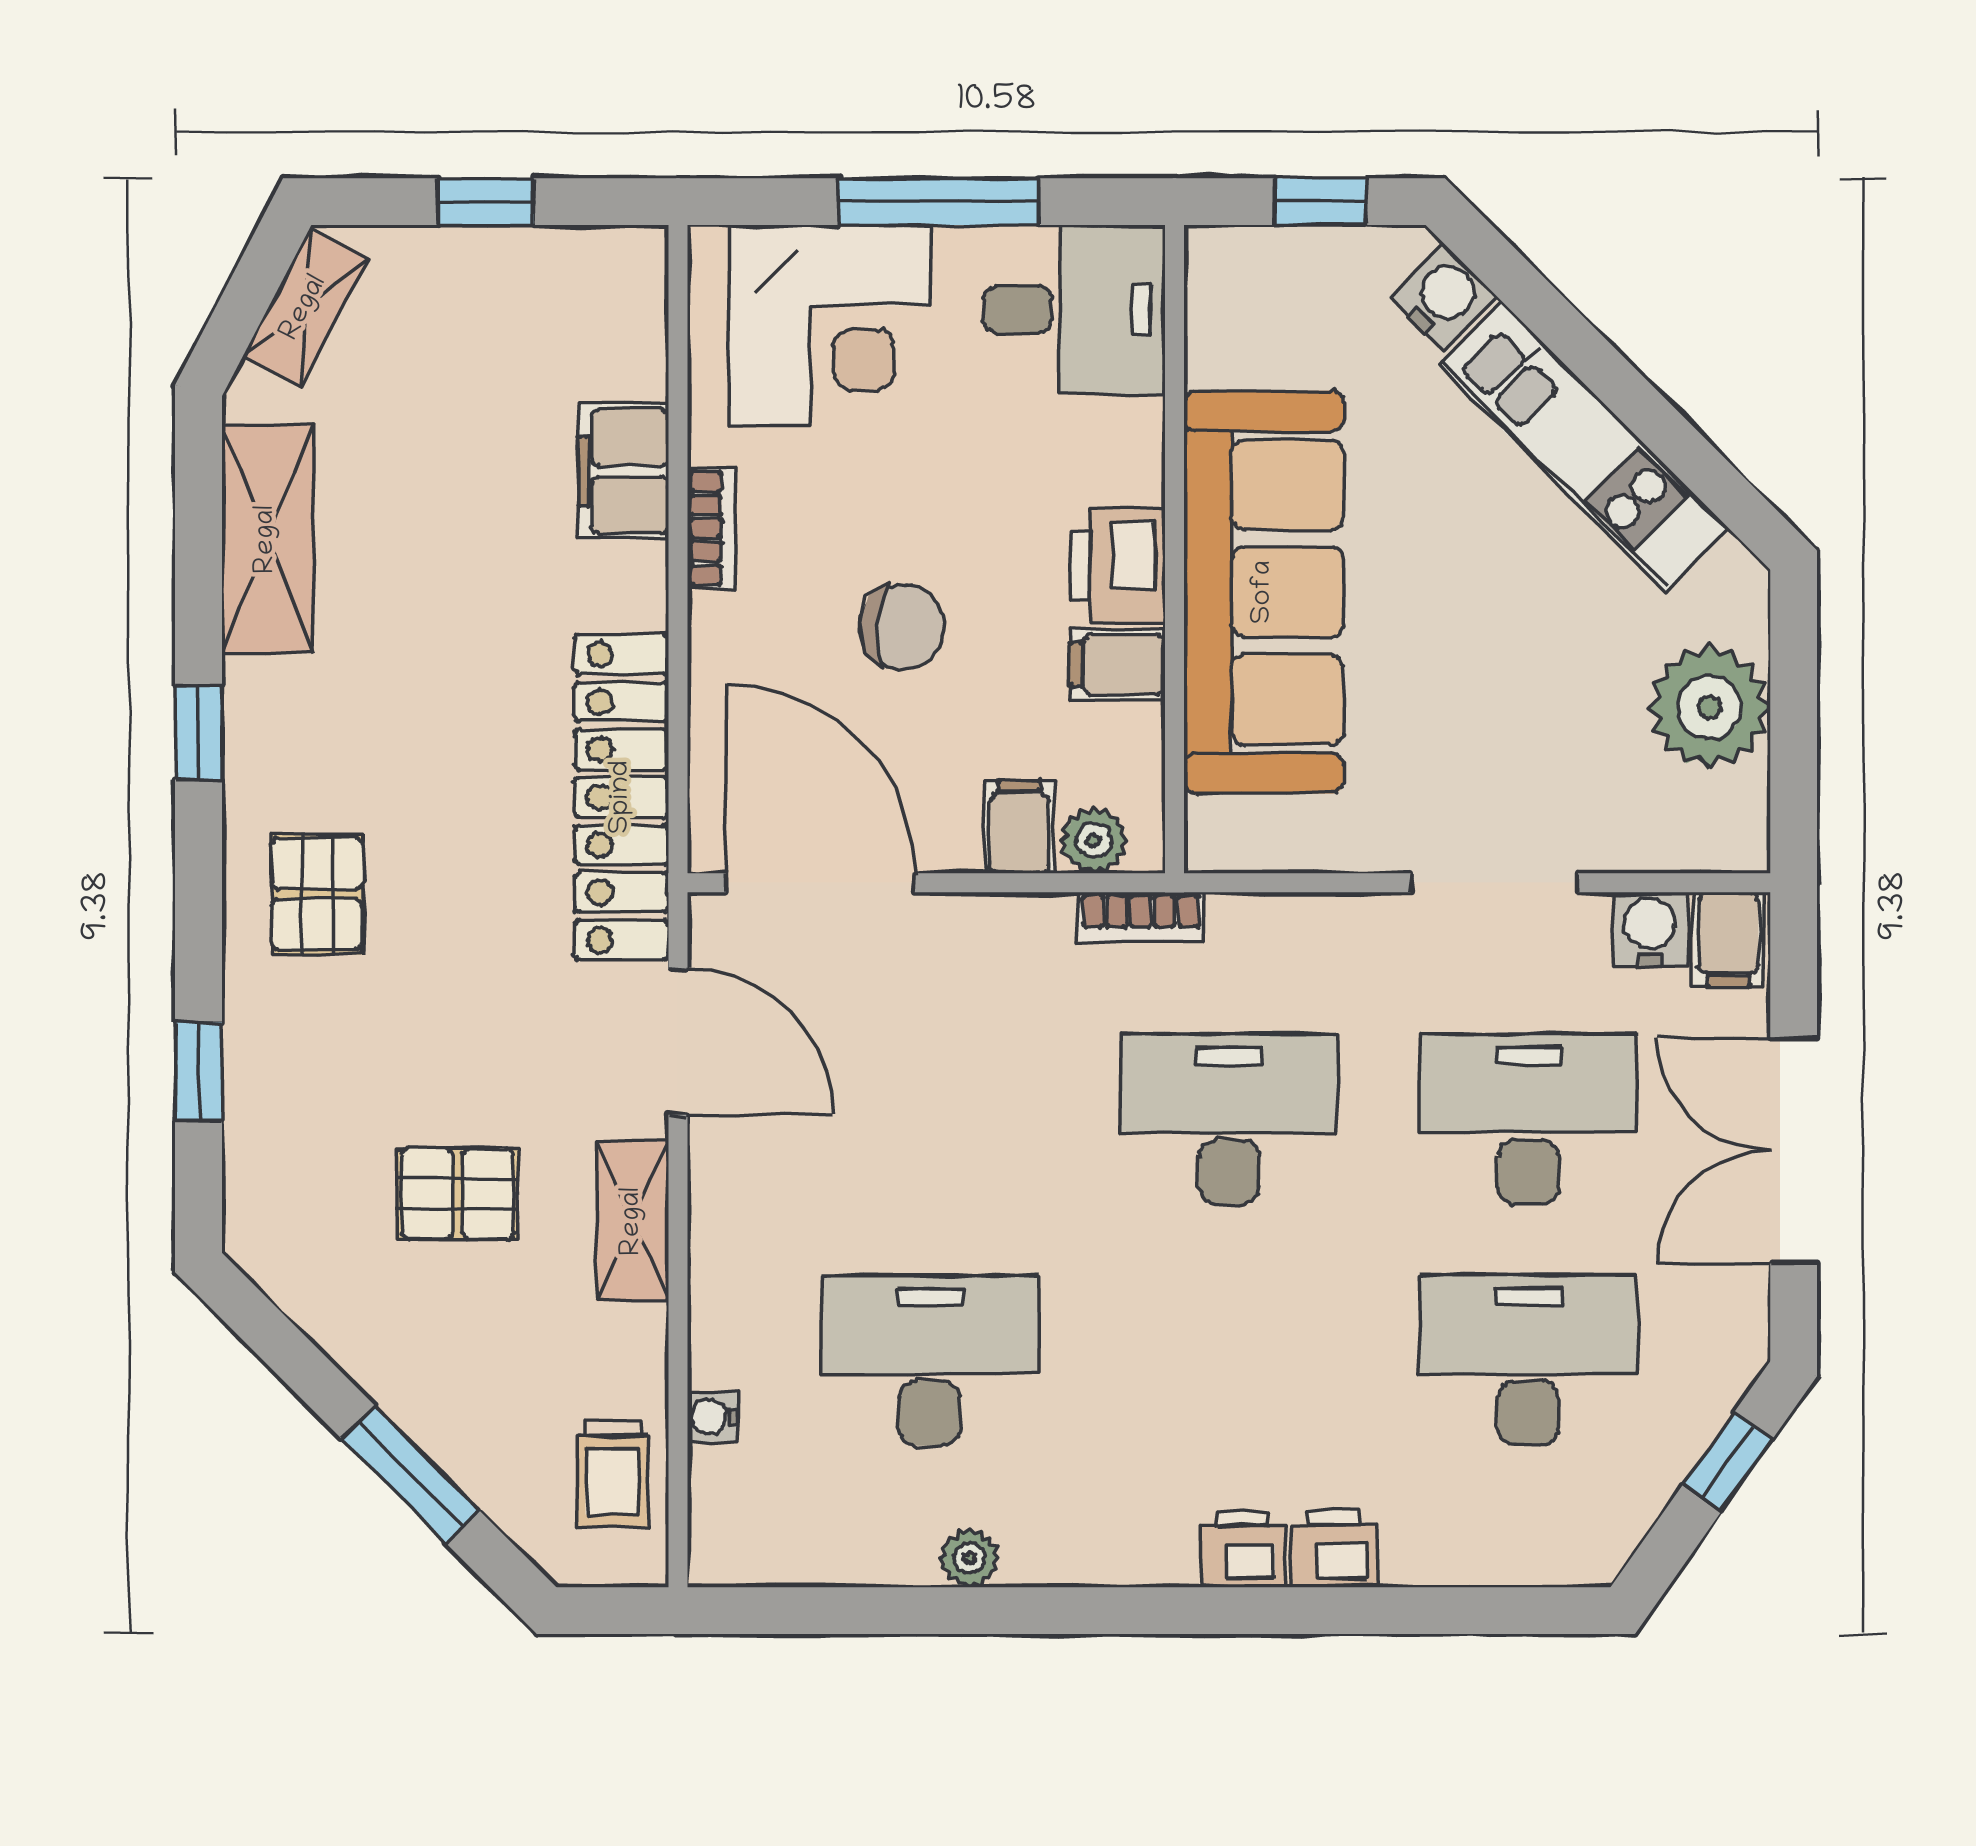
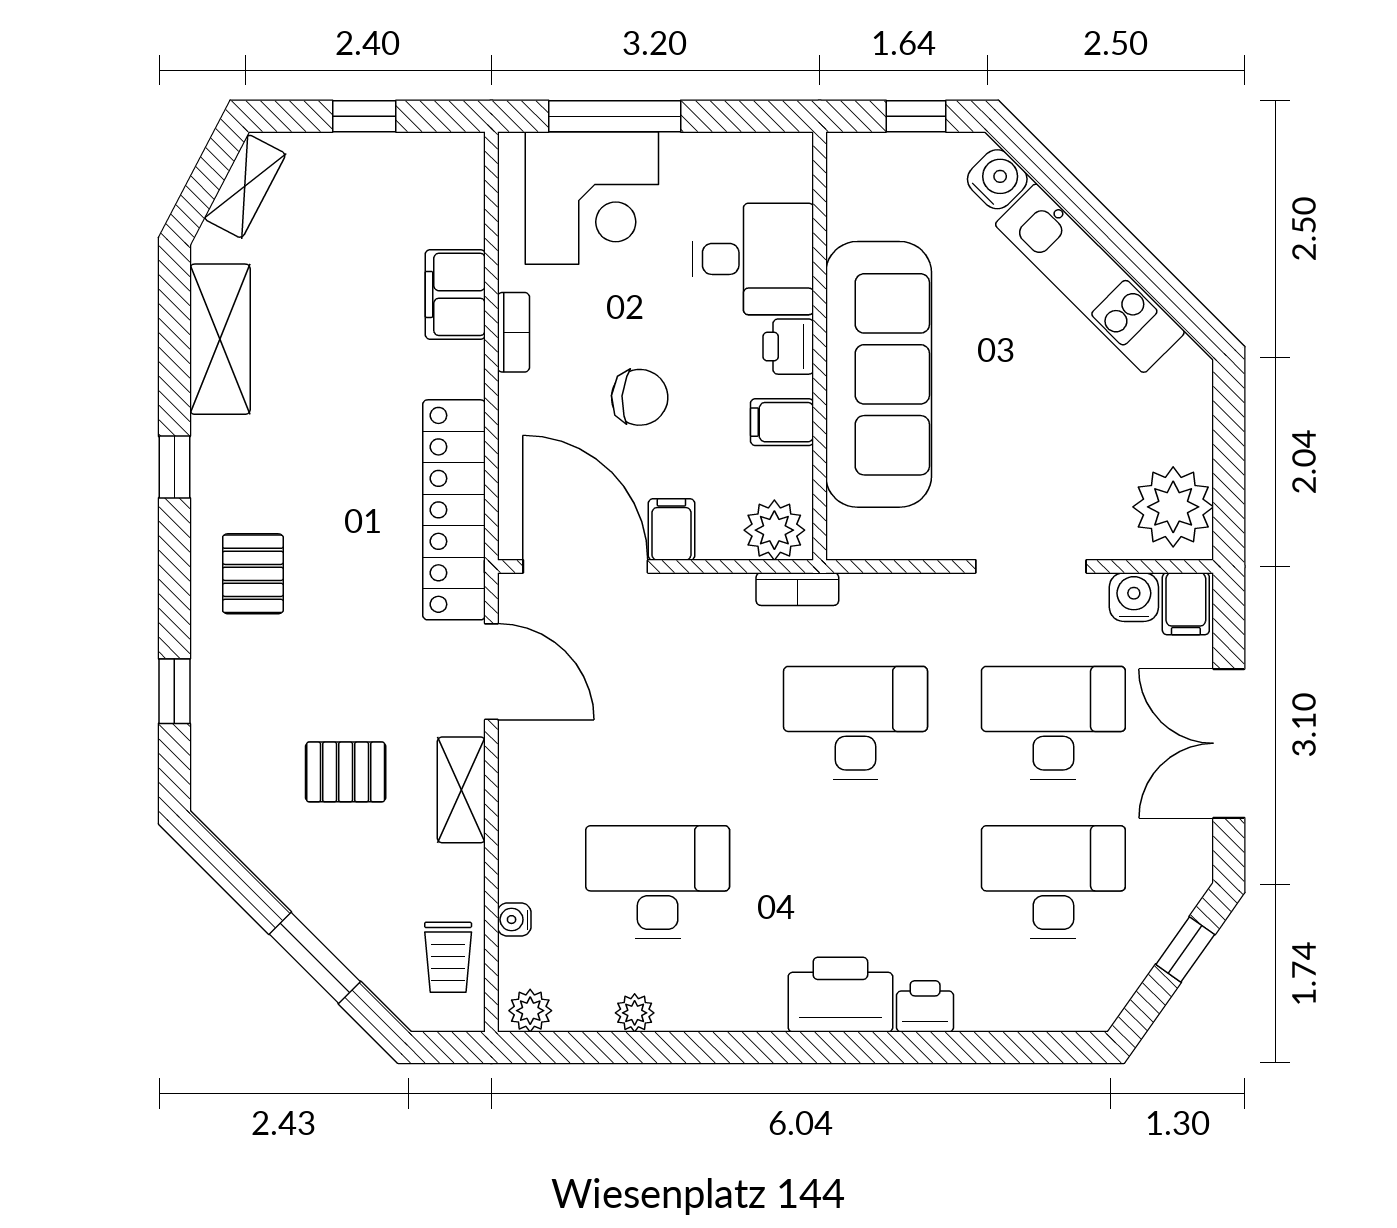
window: (938, 202) -> (615, 116), moved
desk: (1074, 309) -> (753, 259), moved
printer: (1118, 565) -> (788, 347), width x0.73, depth x0.81
plant: (1709, 707) -> (1173, 507), moved
filing cabinet: (1019, 827) -> (671, 529), moved
plant: (1094, 840) -> (774, 530), width x1.38, depth x1.38
printer: (1243, 1549) -> (840, 995), width x1.87, depth x1.48
plant: (737, 1555) -> (530, 1011), added
plant: (969, 1558) -> (635, 1013), moved

